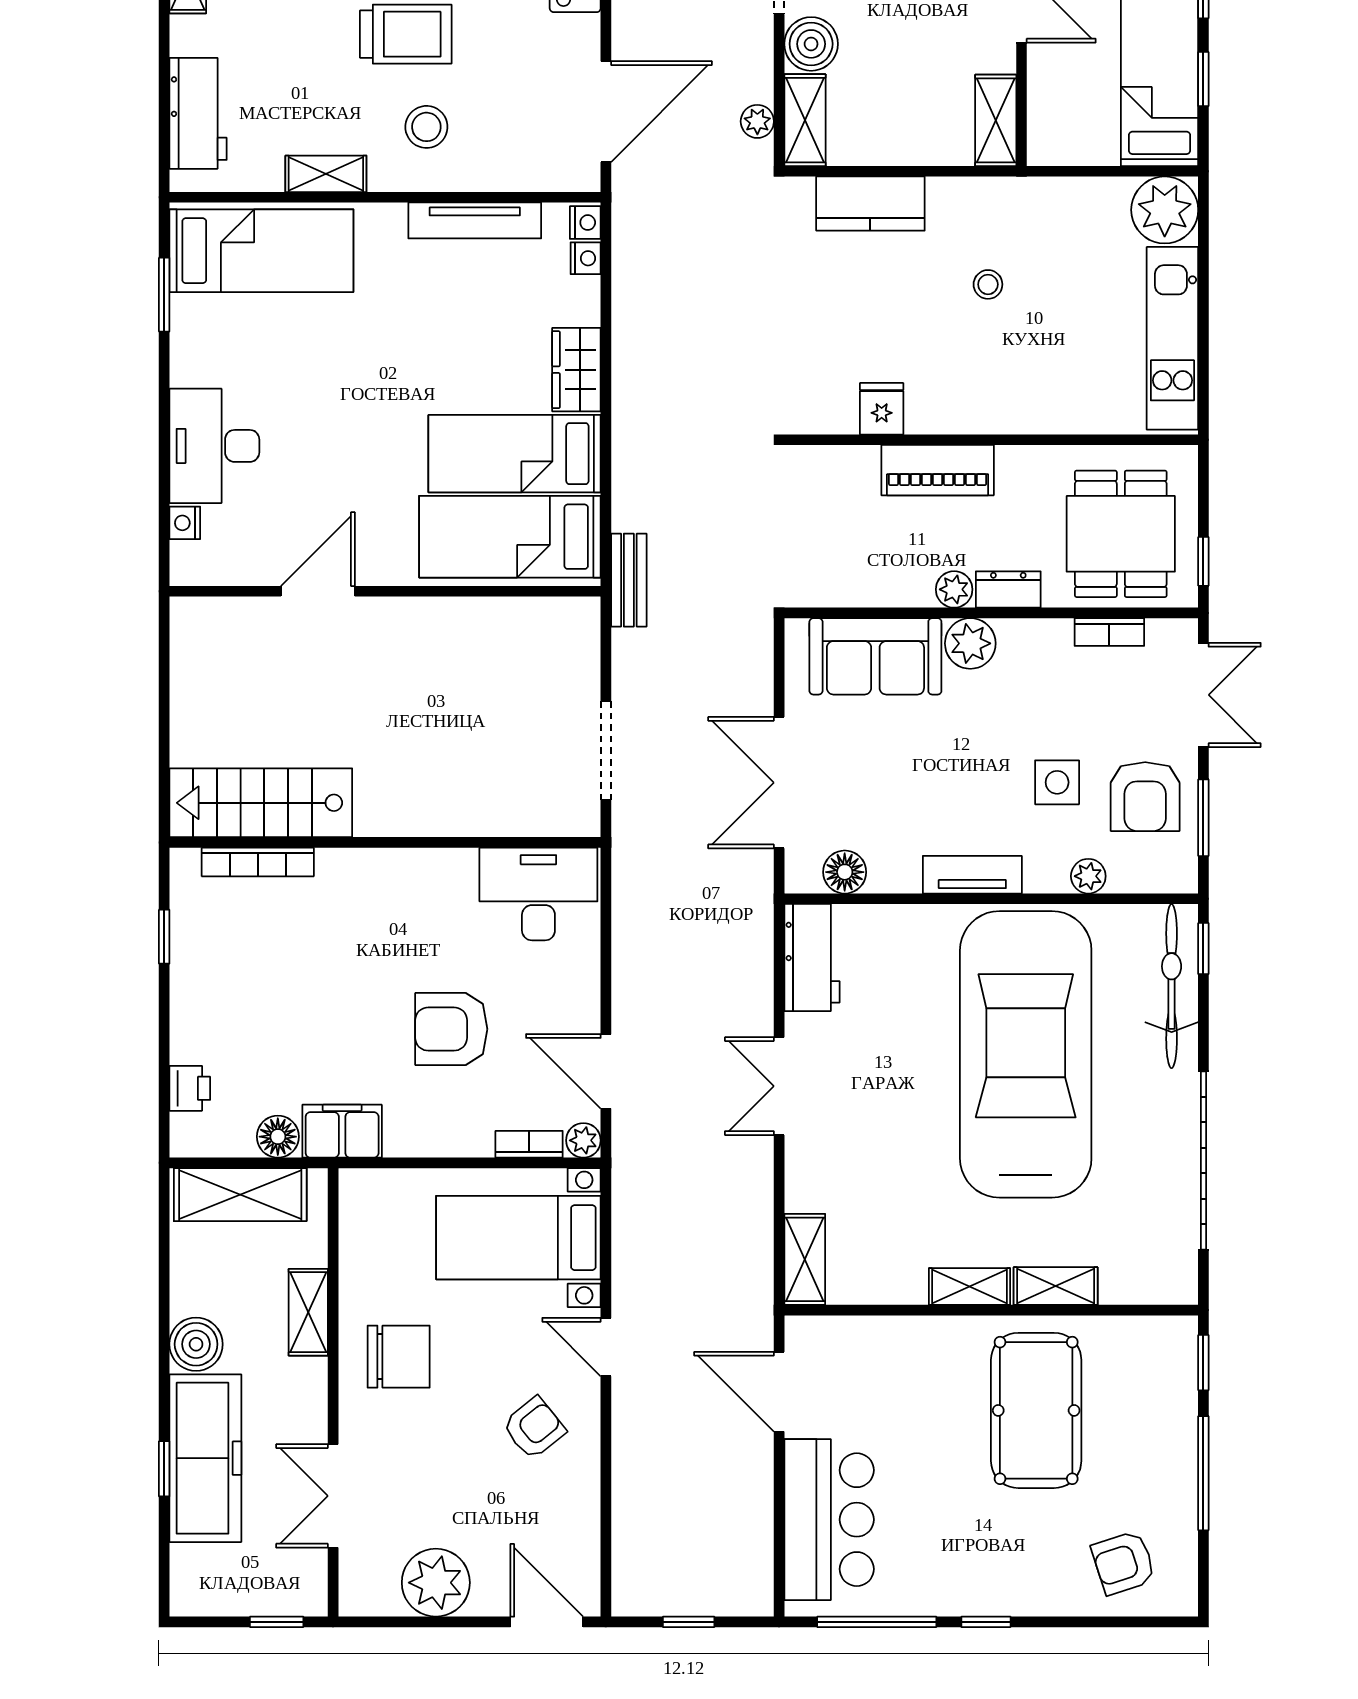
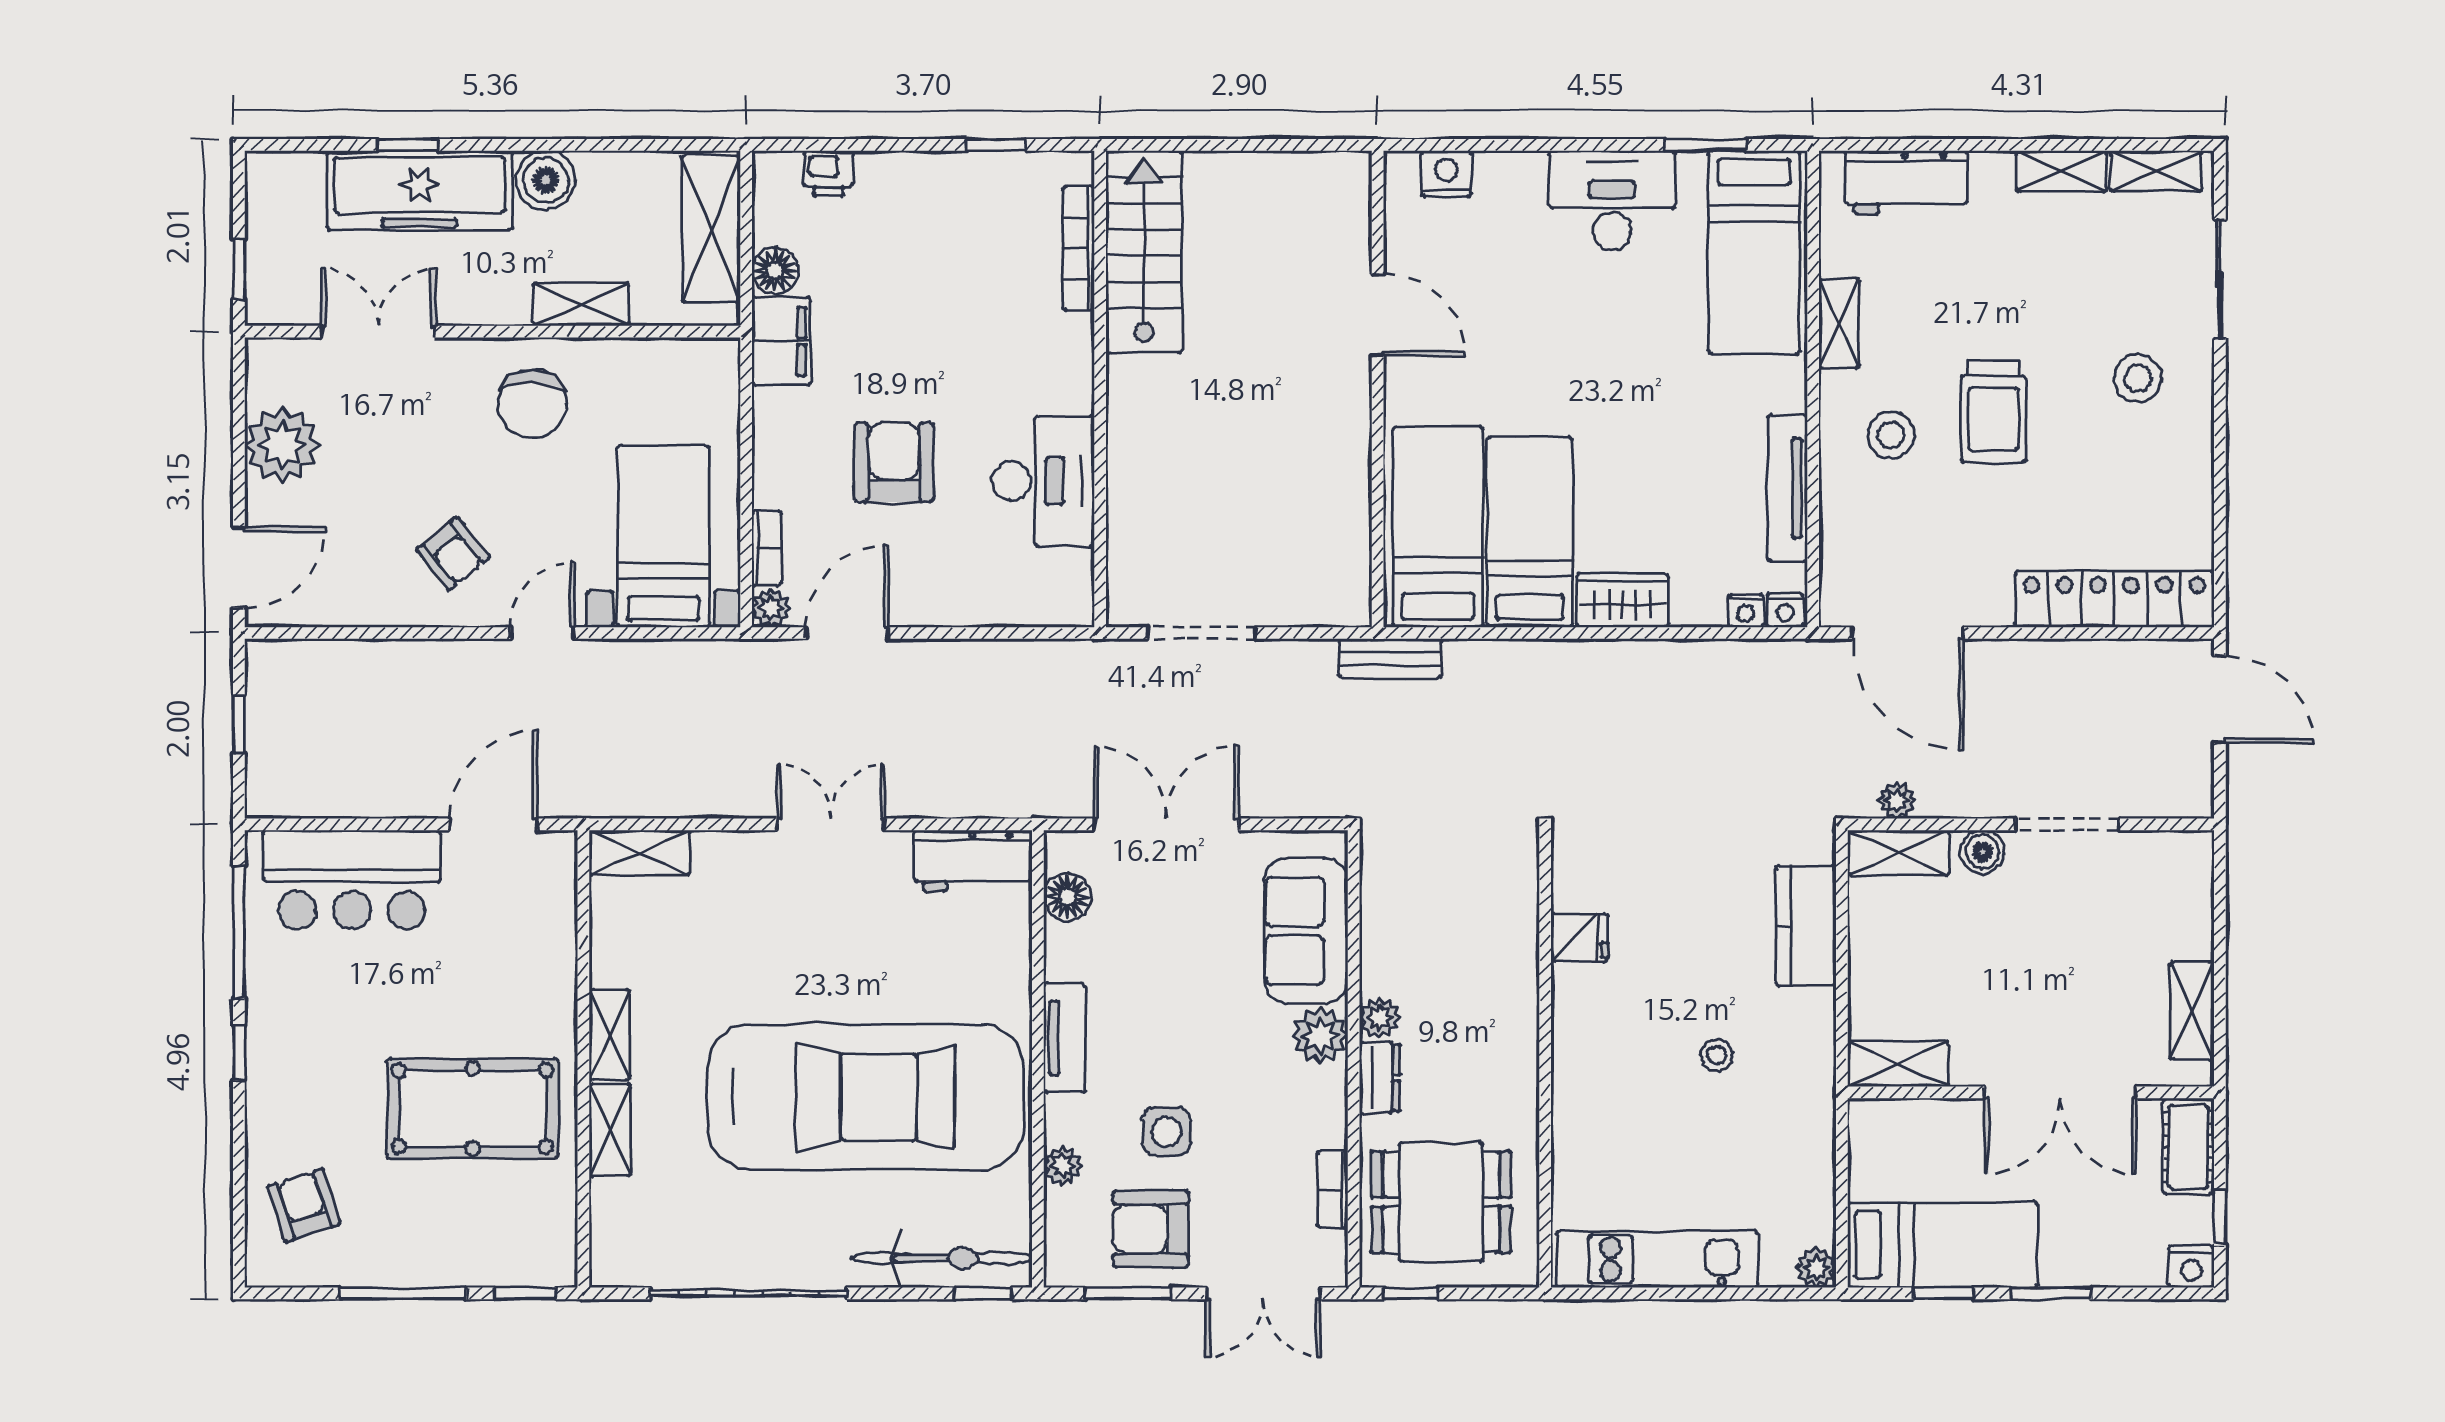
boiler: (811, 44) -> (1982, 852), width x0.73, depth x0.73
plant: (1165, 210) -> (1816, 1268), width x0.53, depth x0.53
desk: (214, 446) -> (1612, 200), moved
piano: (938, 470) -> (1512, 1000), removed
nightstand: (185, 523) -> (1446, 174), width x1.39, depth x1.35
desk: (538, 894) -> (1043, 481), moved

